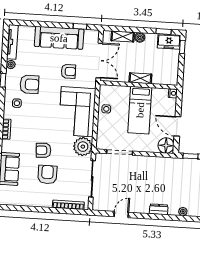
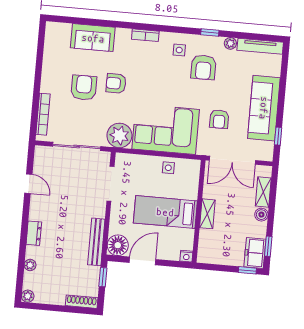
armchair: (43, 150) -> (116, 83), turned -87
bench: (164, 162) -> (96, 242), added
armchair: (47, 175) -> (84, 88), turned -90

